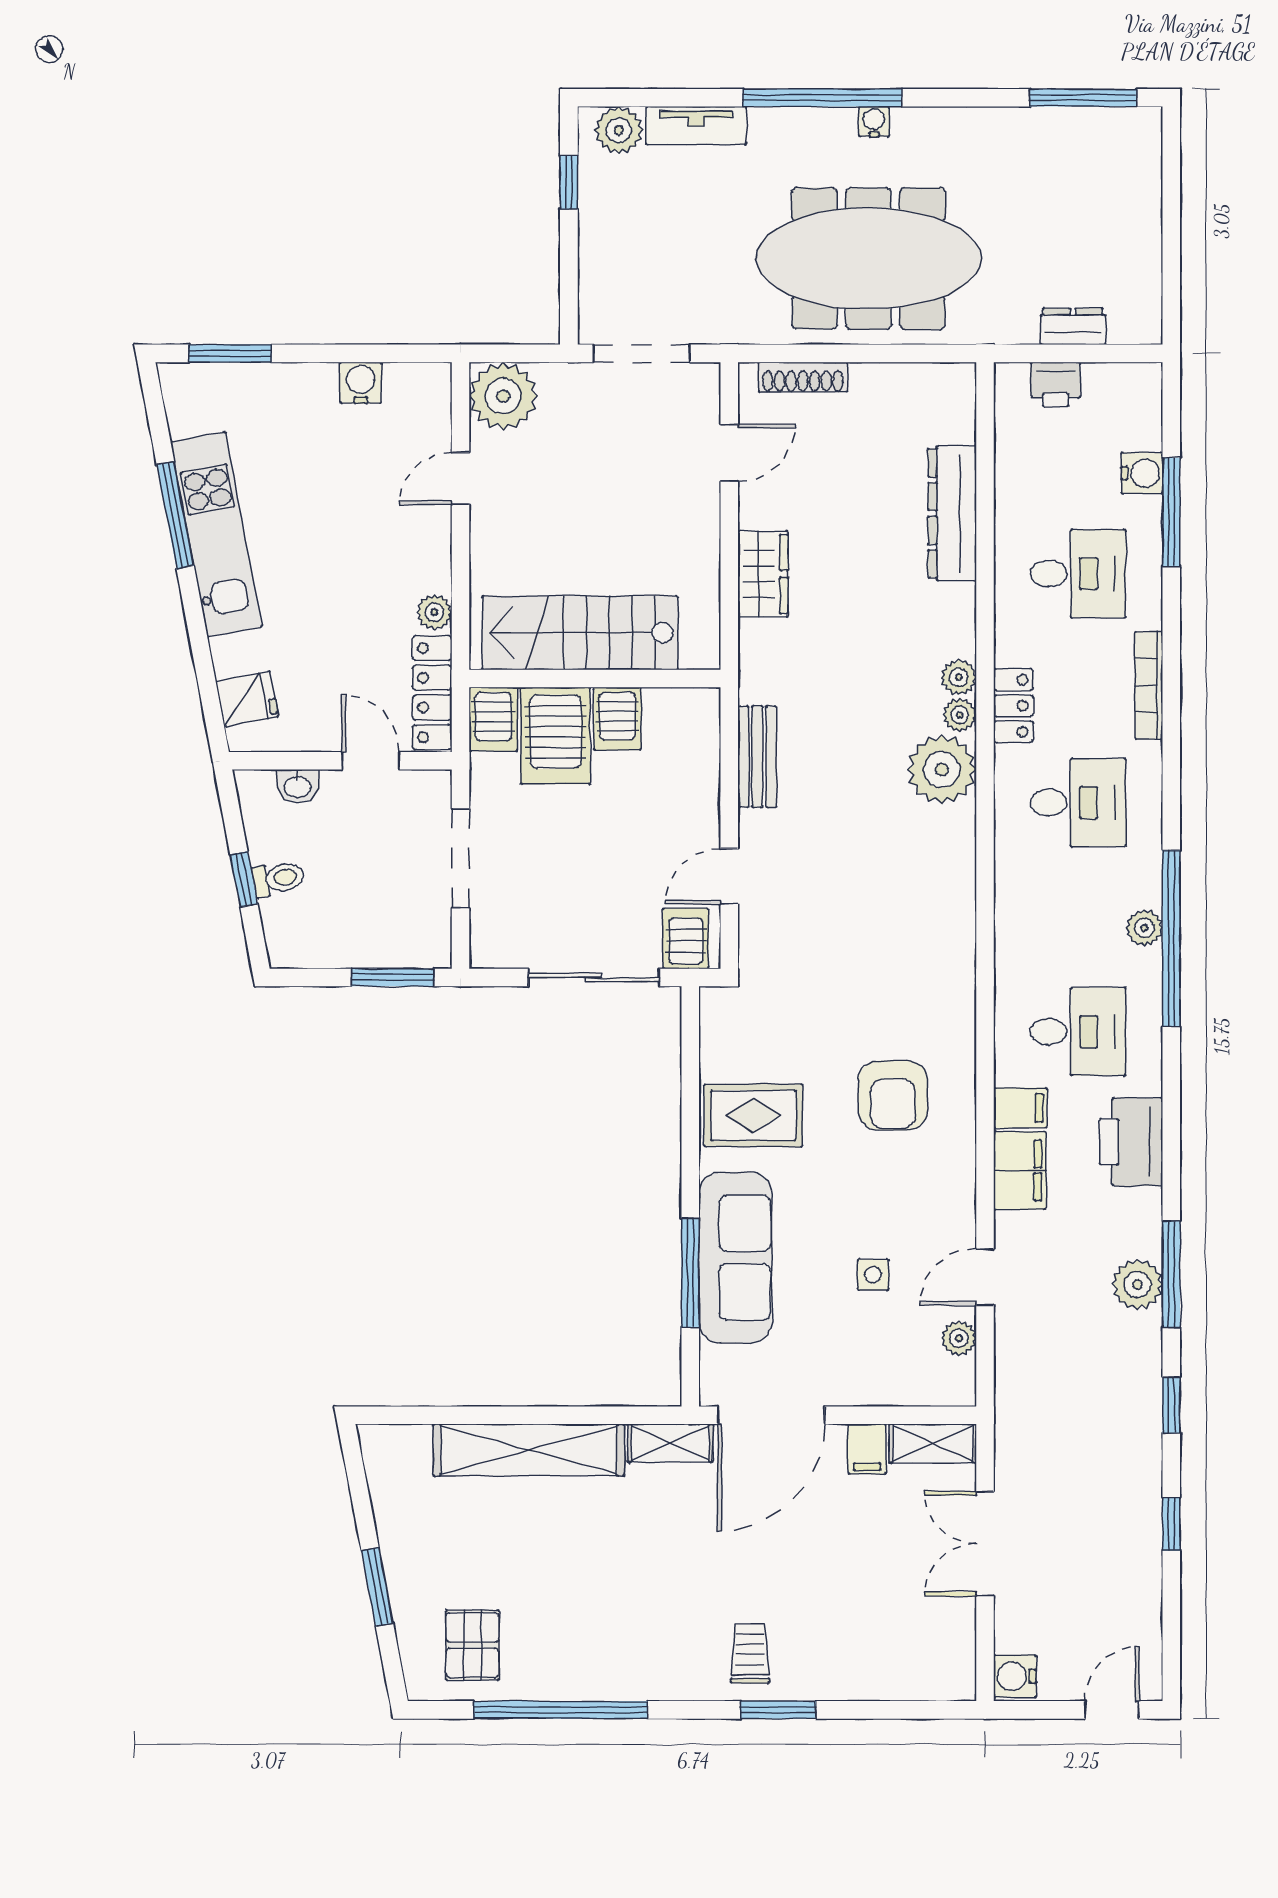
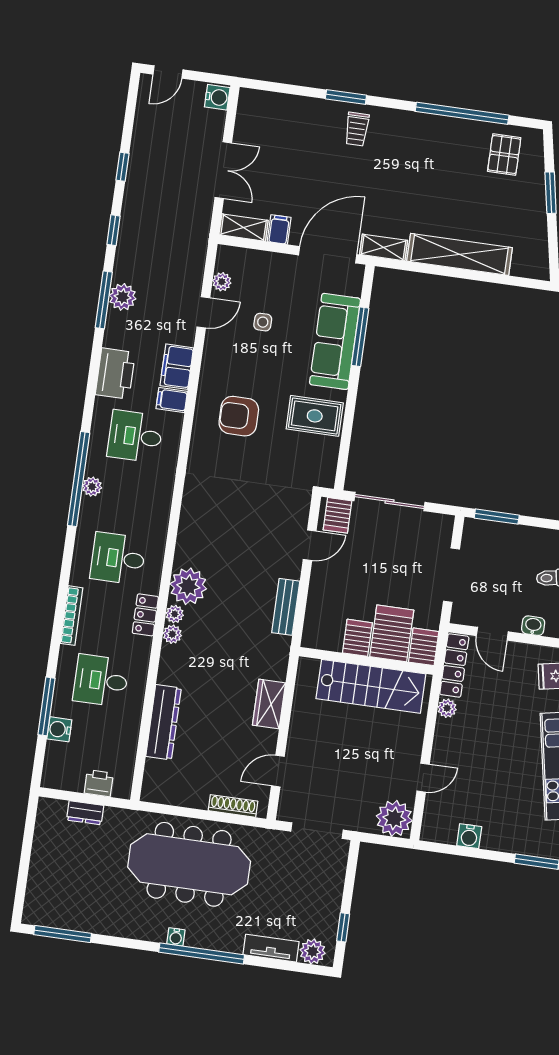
armchair: (893, 1095) -> (239, 416), turned -90

